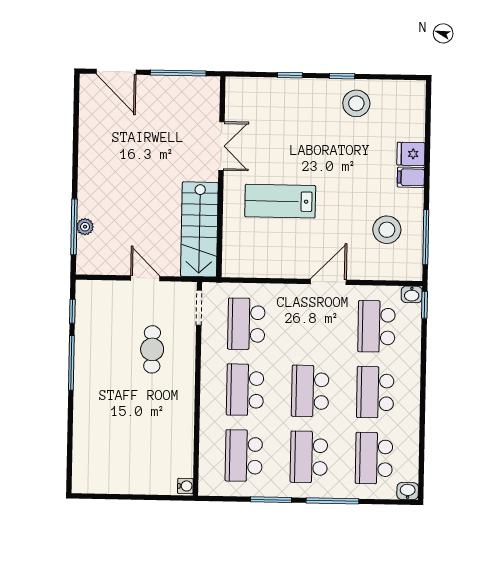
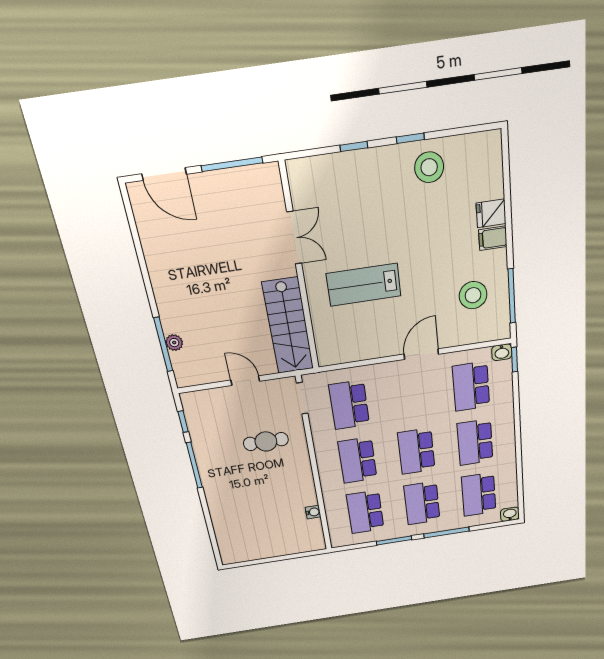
cafe table: (152, 349) -> (266, 441), turned 90
water cooler: (185, 486) -> (313, 512), moved

